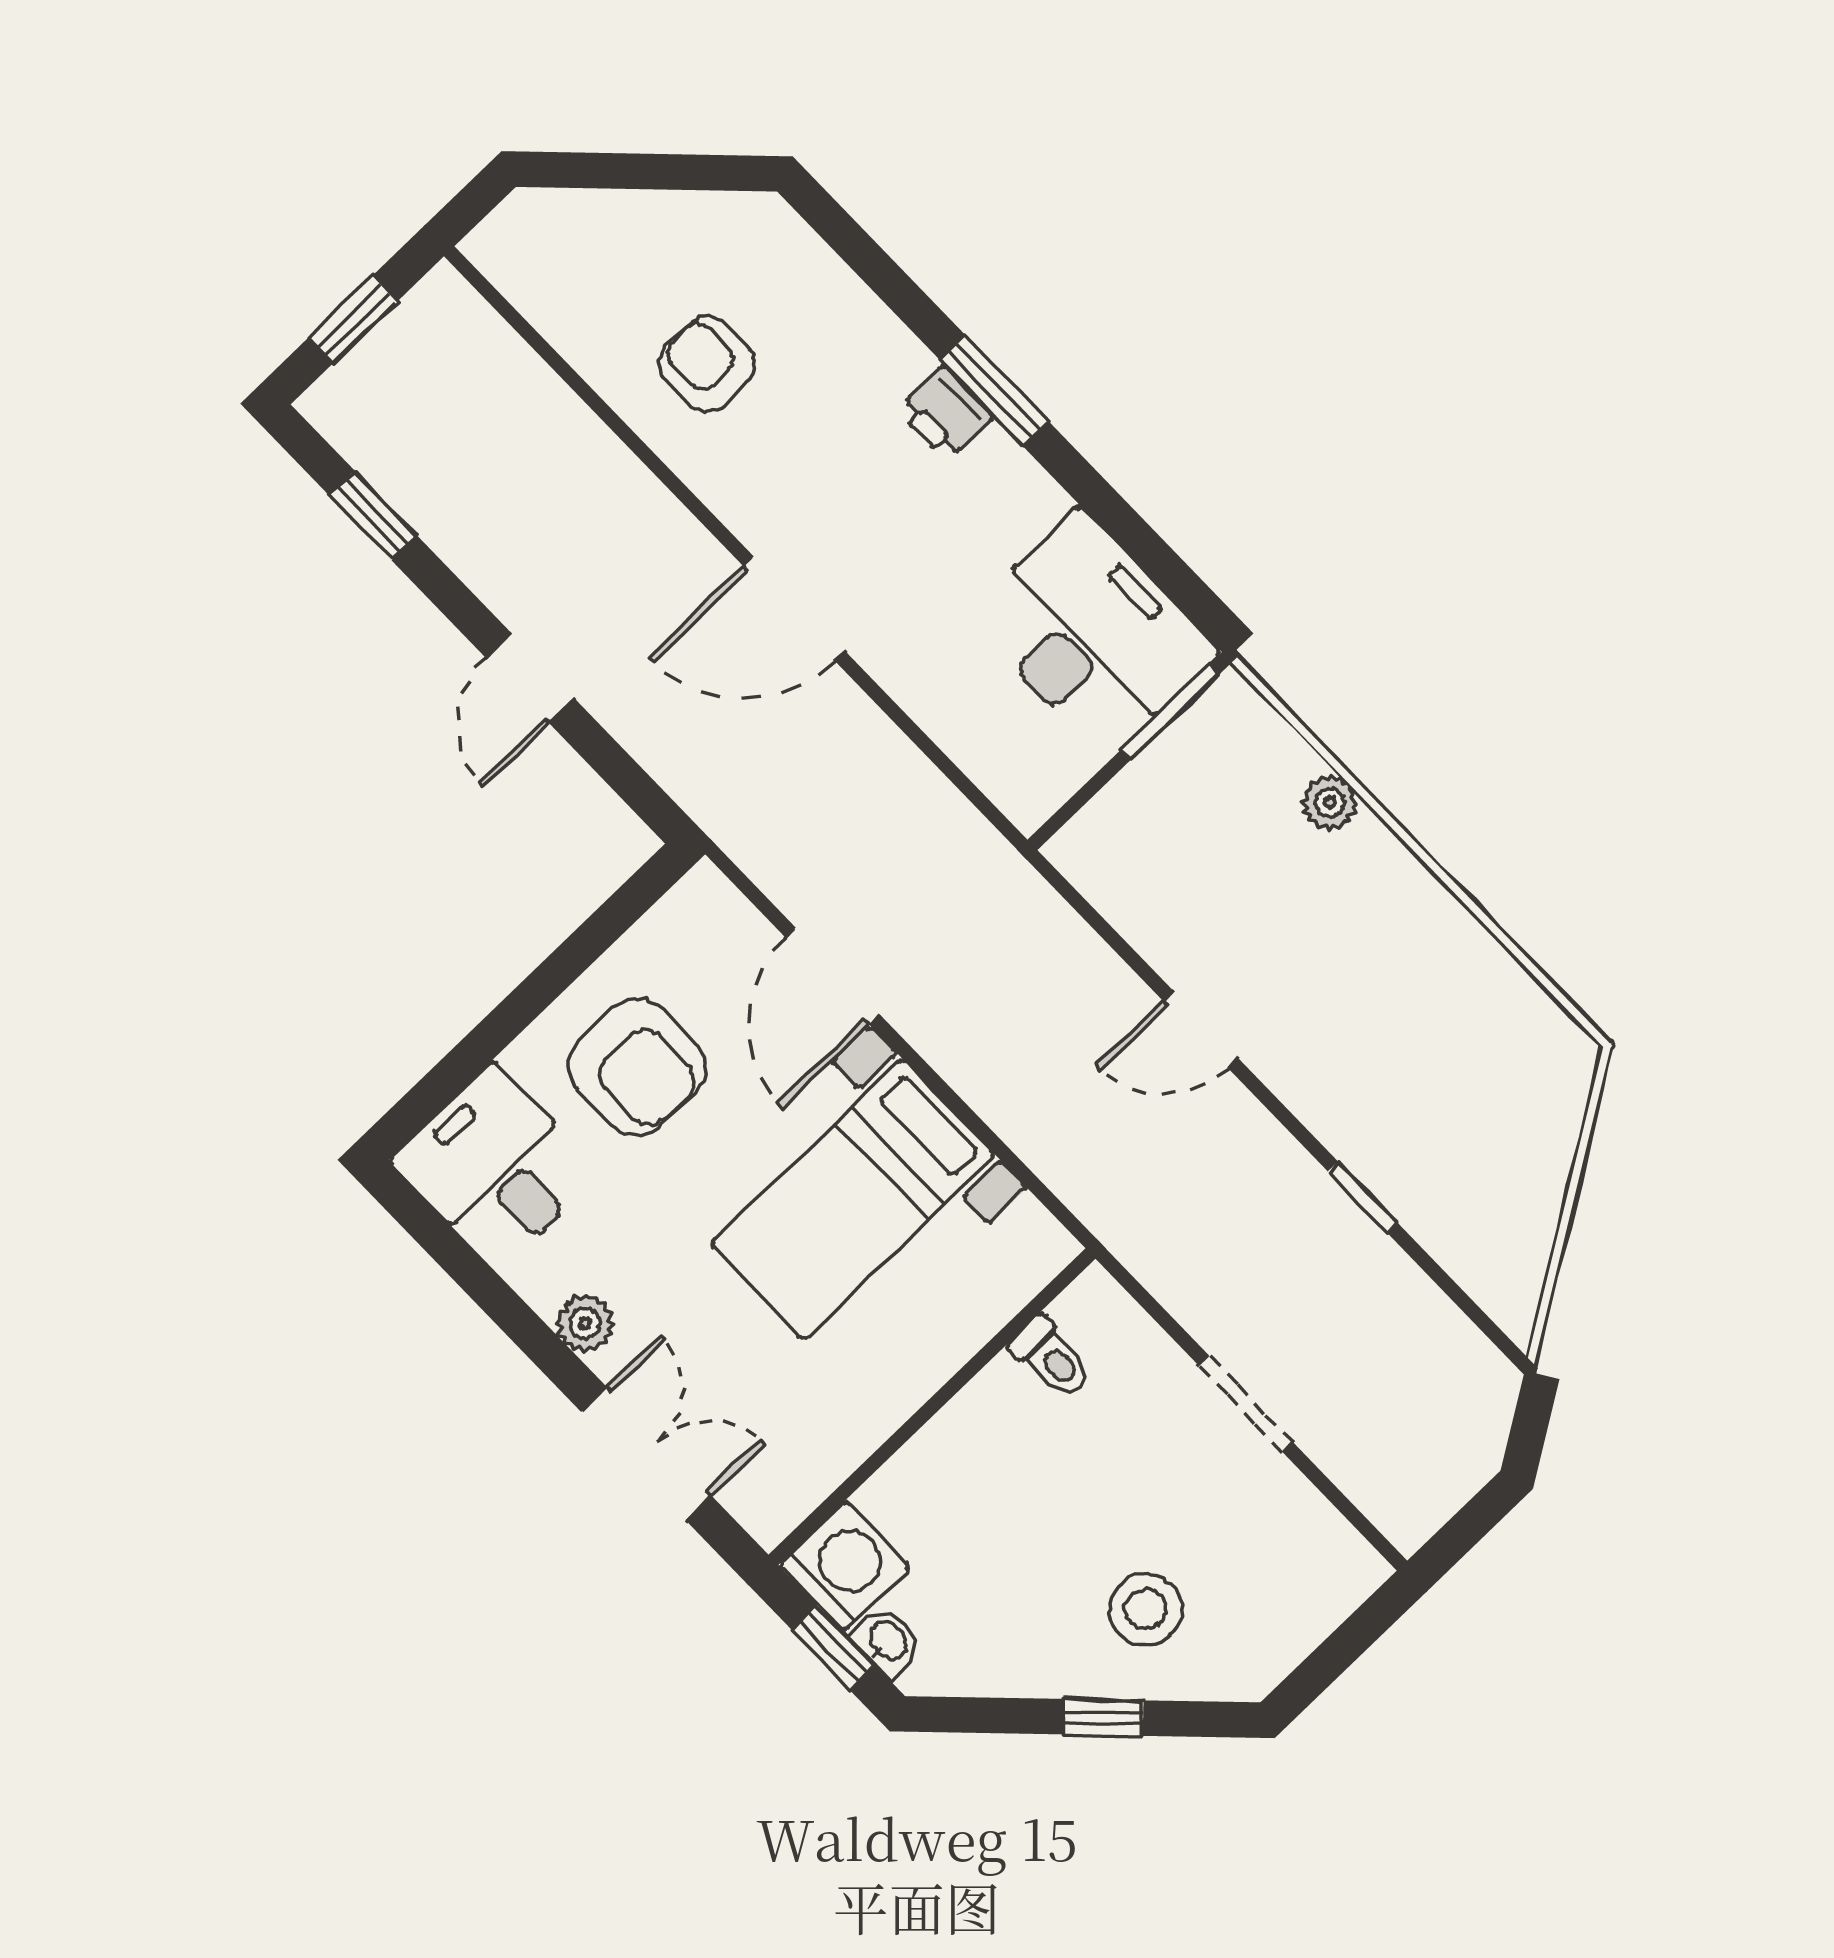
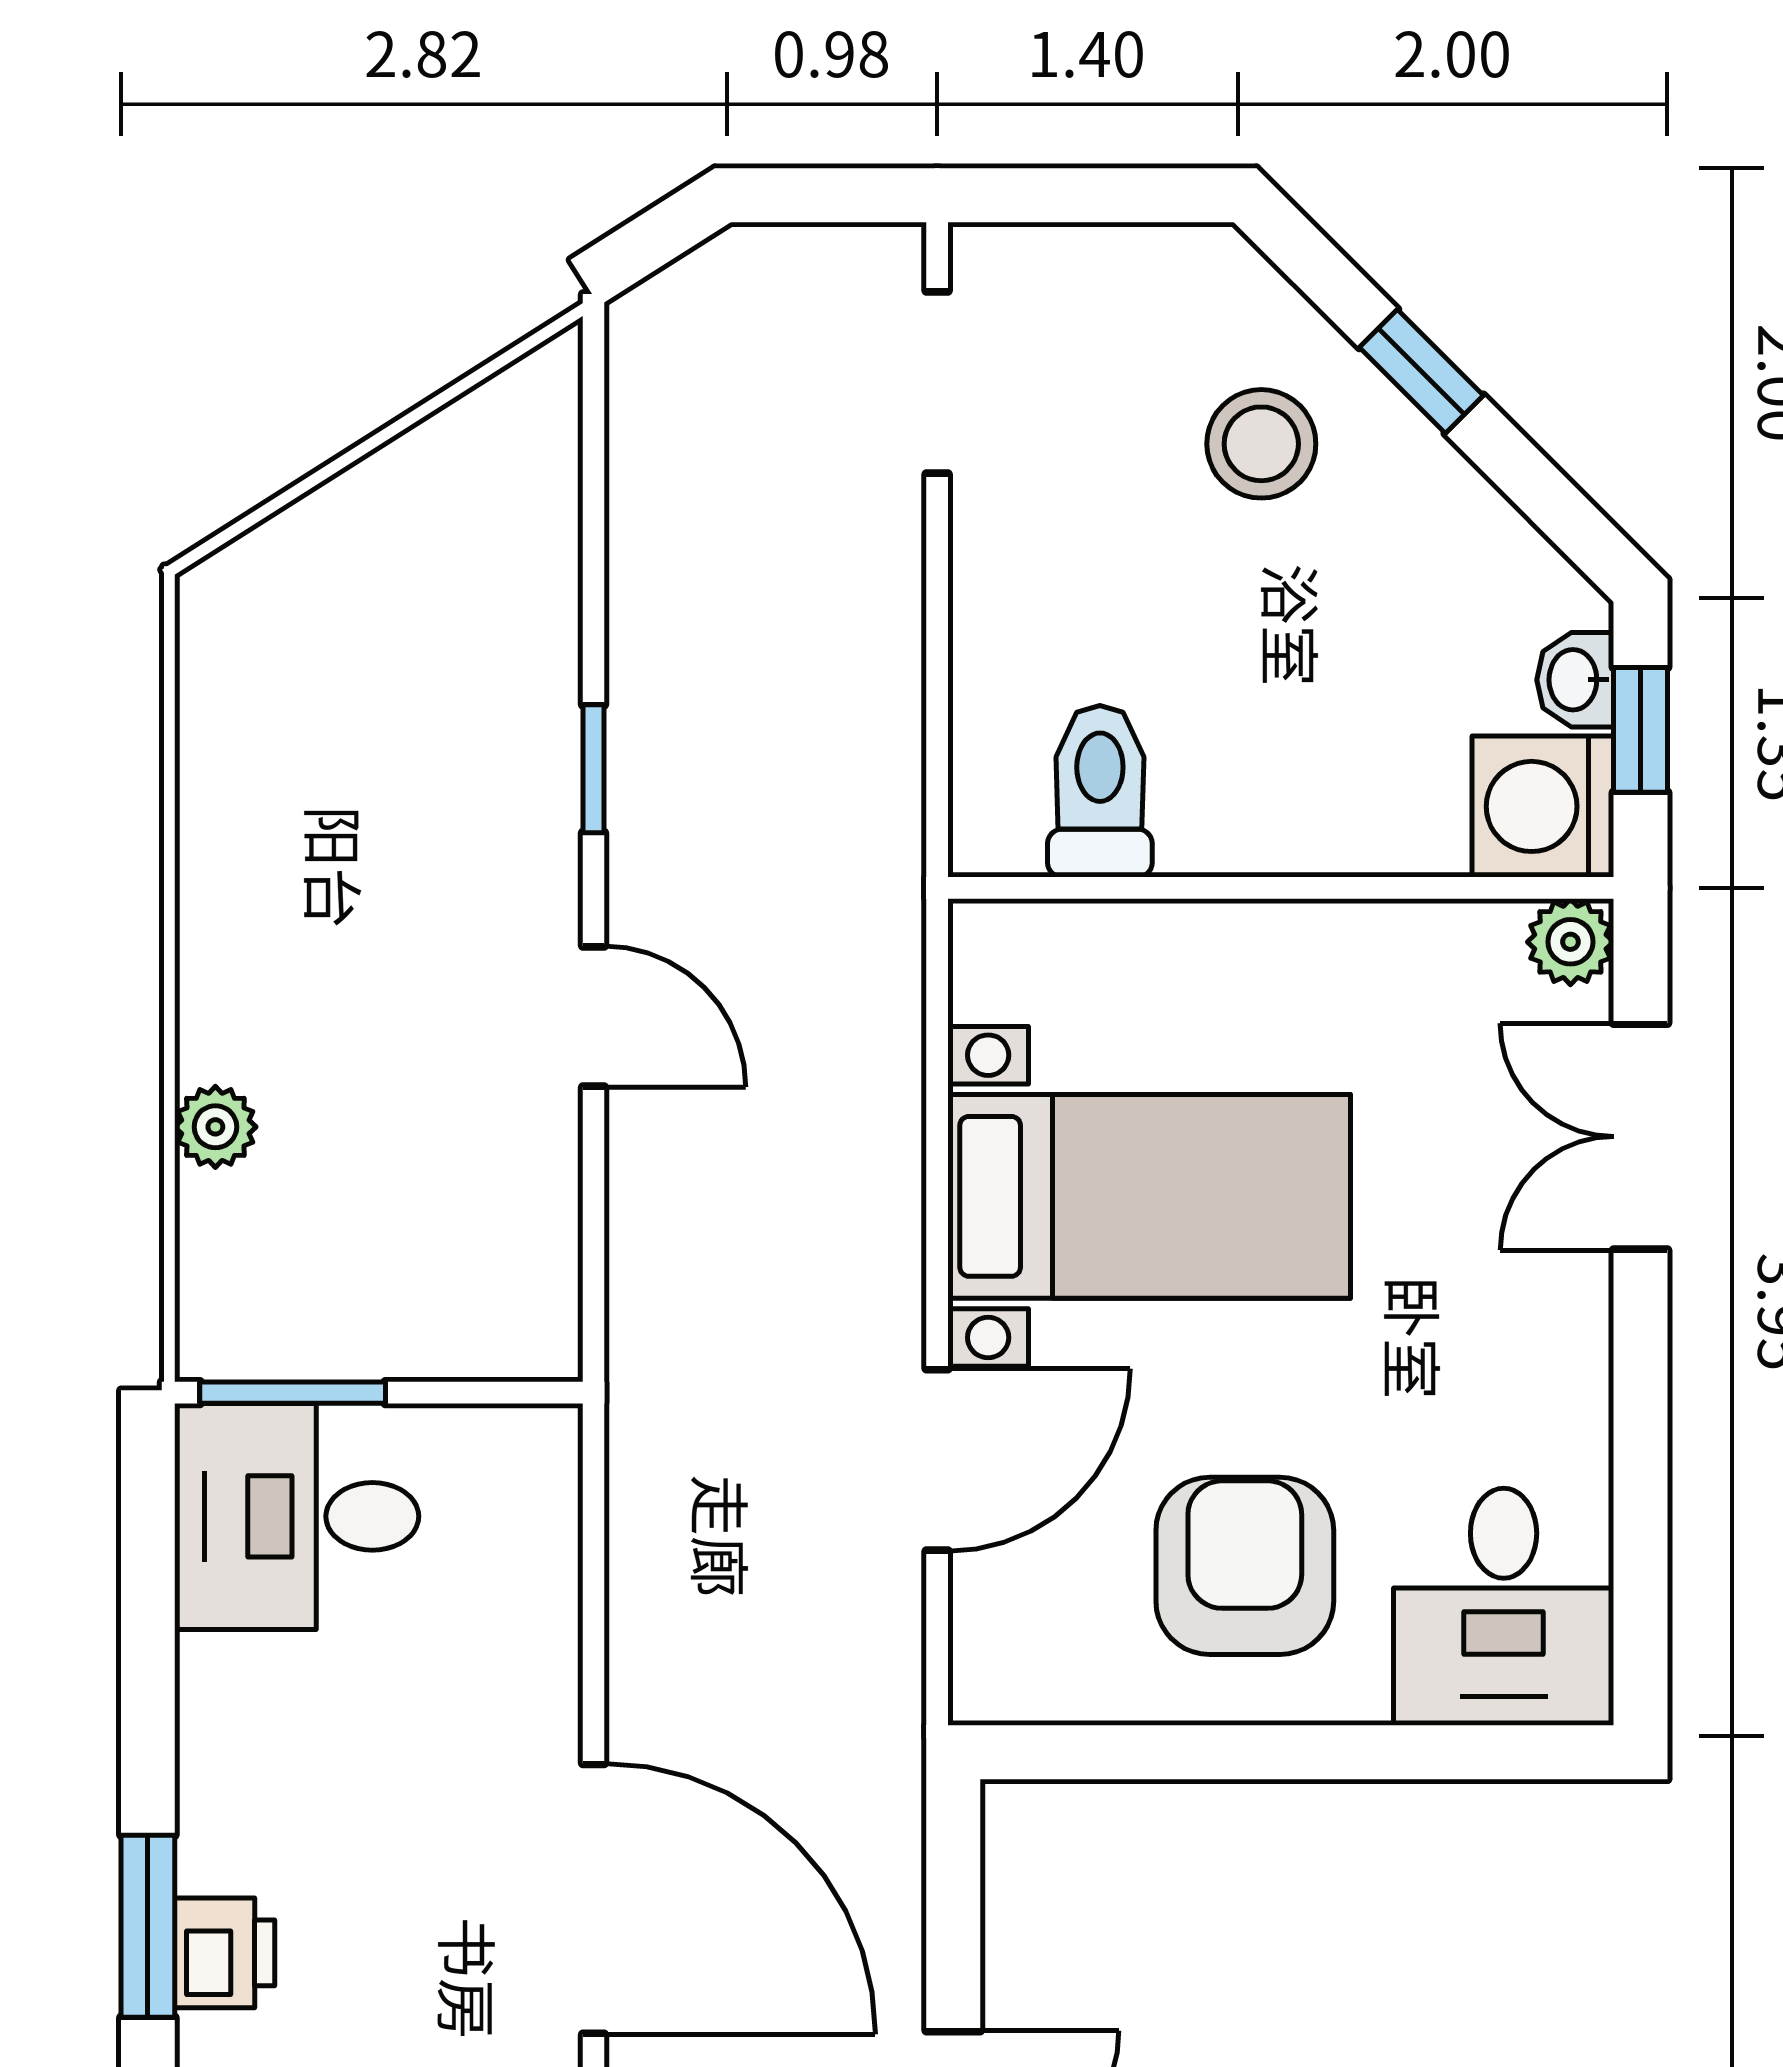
door: (794, 609) -> (594, 1899), width x1.36
desk: (1092, 634) -> (297, 1516), width x0.73
window: (1362, 1197) -> (594, 769), moved
plant: (585, 1324) -> (1570, 942), moved
toilet: (1052, 1358) -> (1100, 791), width x1.37, depth x1.39
doorway: (1245, 1404) -> (937, 383), moved

